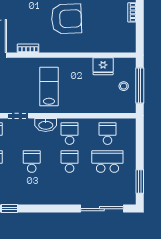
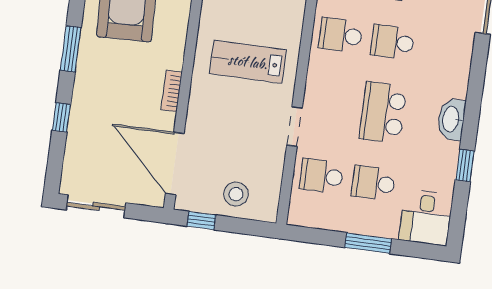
washbasin: (46, 125) -> (451, 119), moved, turned 180
school desk: (32, 162) -> (383, 113), width x1.85

